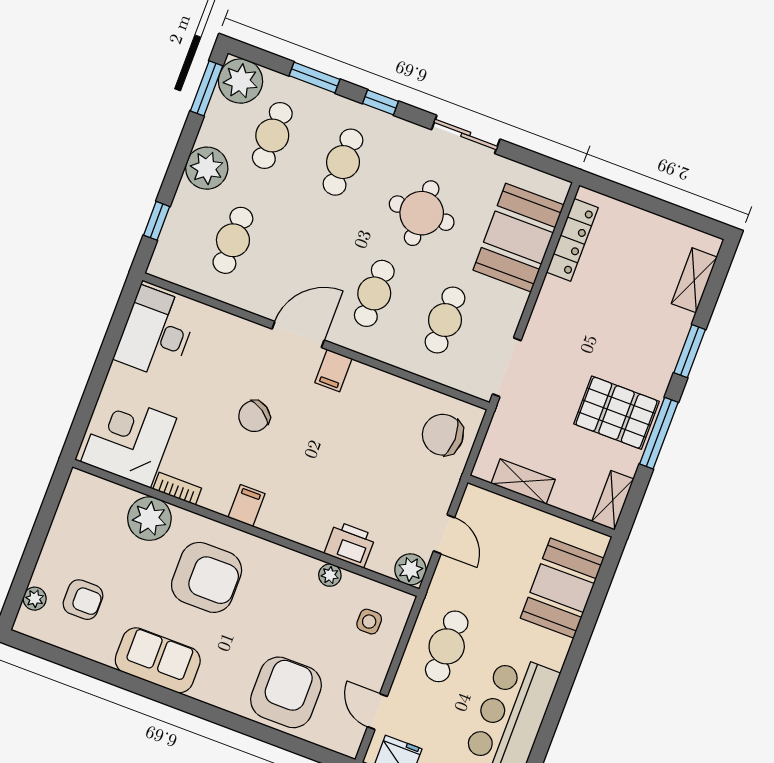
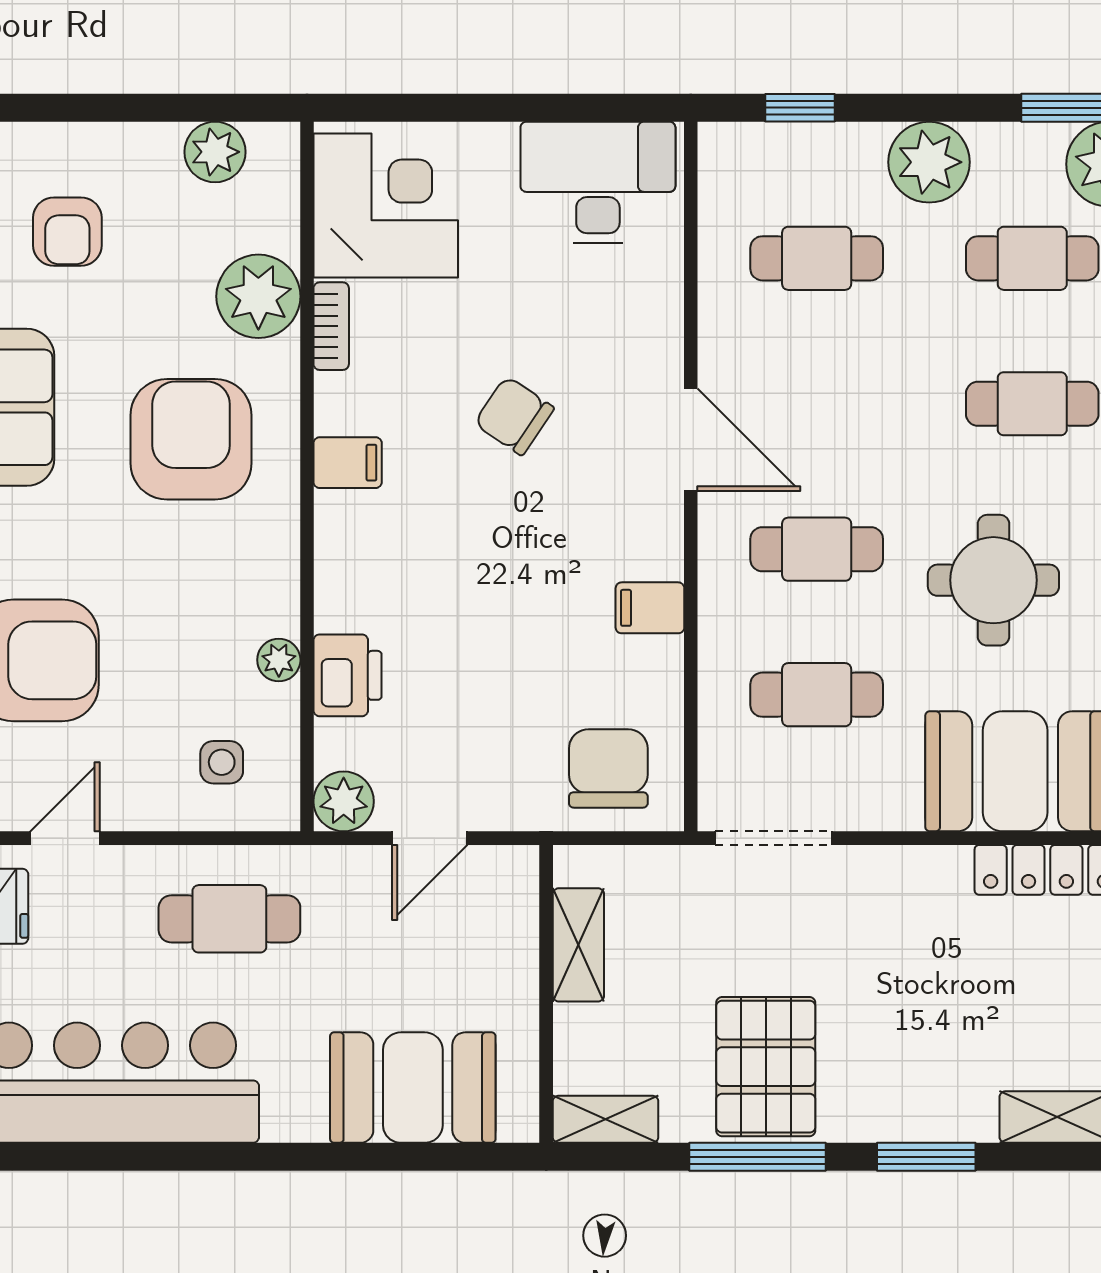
filing cabinet: (333, 371) -> (650, 608), moved
armchair: (207, 577) -> (191, 439), turned 180
plant: (35, 599) -> (215, 152), moved, width x1.38, depth x1.38

